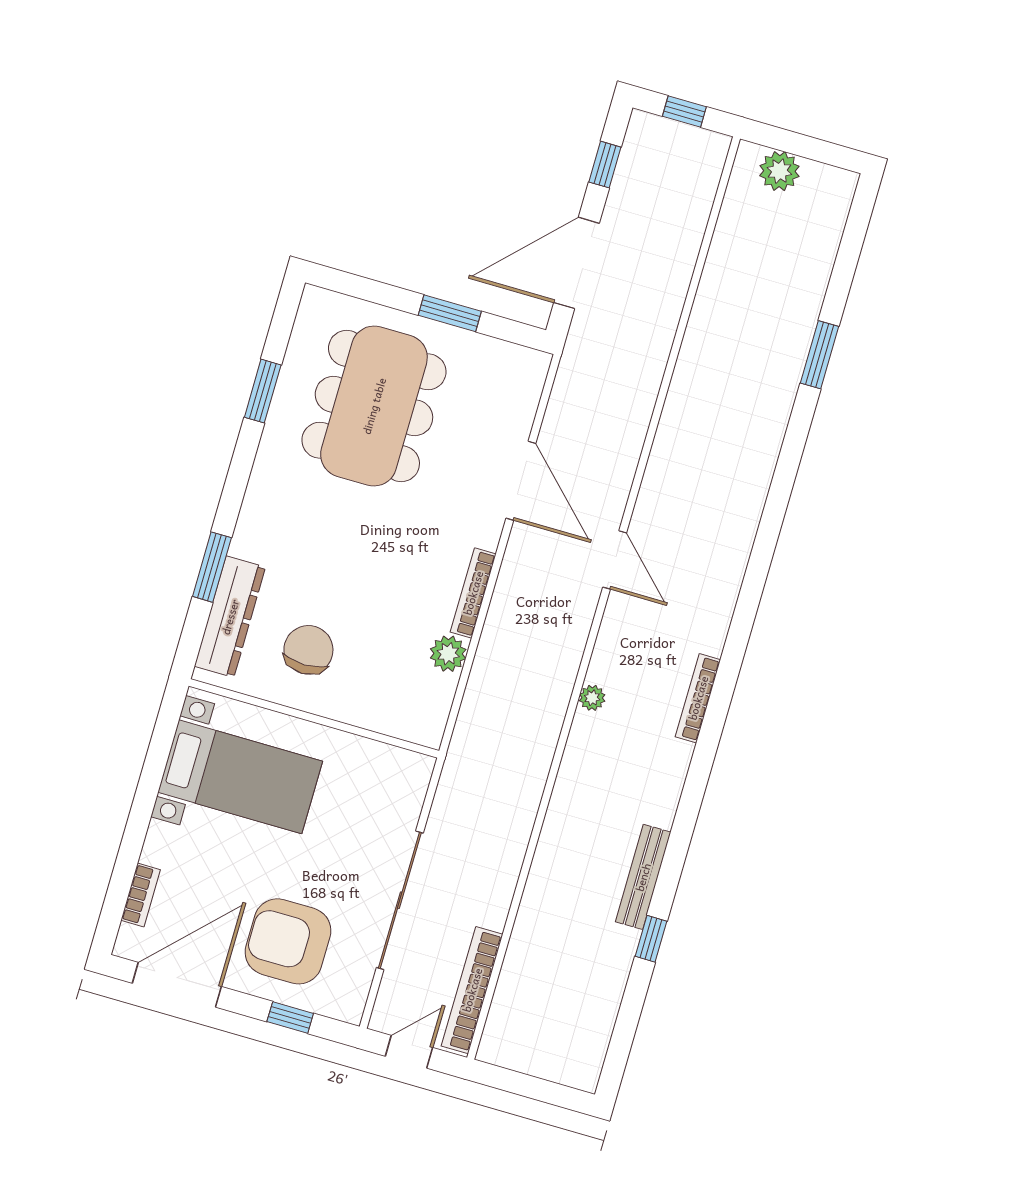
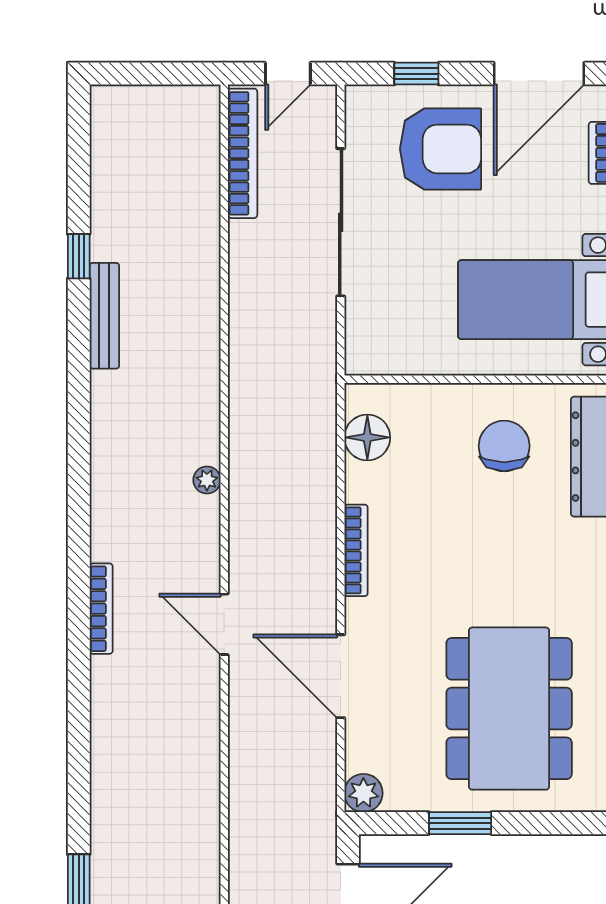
chair: (308, 650) -> (504, 446), turned 180
plant: (448, 654) -> (363, 793), moved
floor lamp: (433, 694) -> (367, 437), added
bookcase: (698, 698) -> (101, 609), moved

